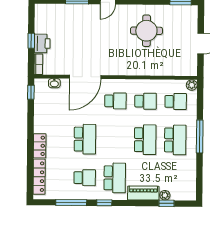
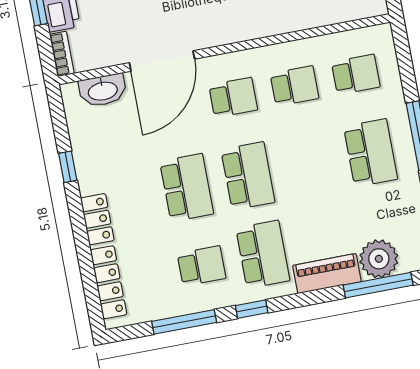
washbasin: (54, 83) -> (103, 90), width x1.91, depth x1.45
plant: (192, 85) -> (382, 35), removed
window: (31, 92) -> (68, 167), moved
school desk: (145, 140) -> (248, 176), moved
plant: (165, 195) -> (379, 259), width x1.87, depth x1.87
window: (166, 203) -> (378, 285), width x2.17

